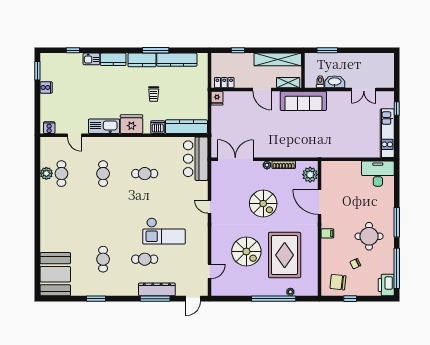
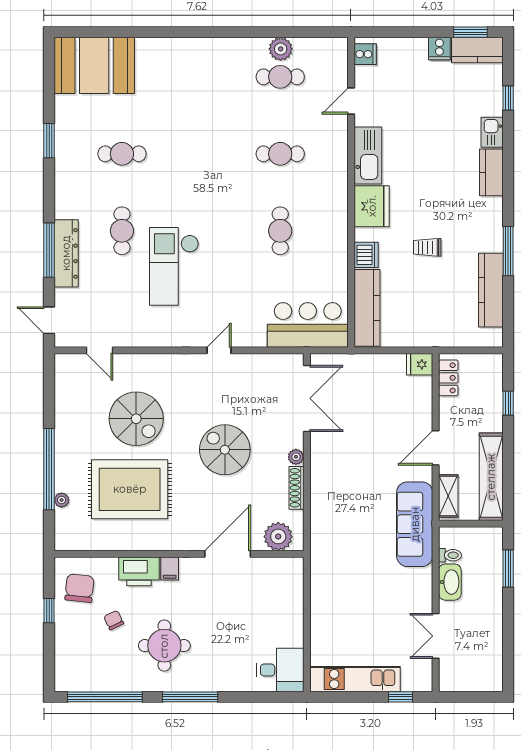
kitchen counter: (142, 60) -> (477, 50), moved, turned -90
desk: (378, 174) -> (280, 670), width x0.73
spiral stairs: (263, 204) -> (225, 450), turned 90
spiral stairs: (246, 251) -> (136, 419), turned -90
printer: (386, 285) -> (139, 571), moved, turned 180

